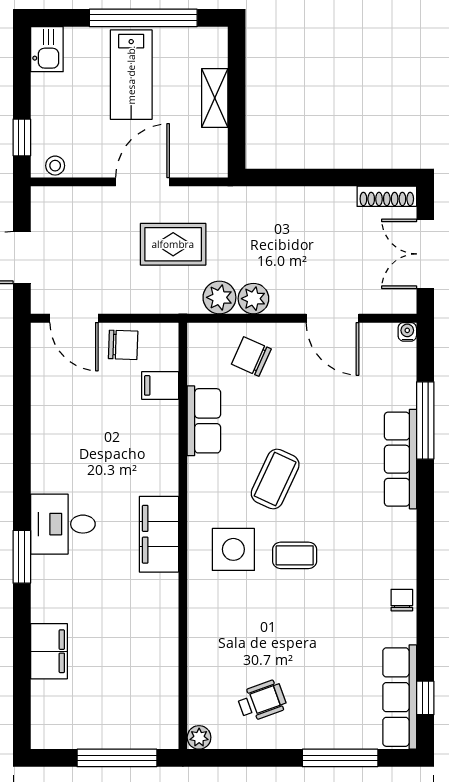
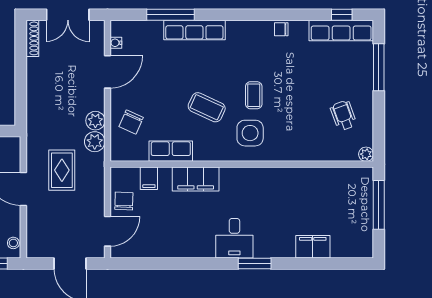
water cooler: (407, 332) -> (116, 43), moved
filing cabinet: (159, 534) -> (196, 179), moved

